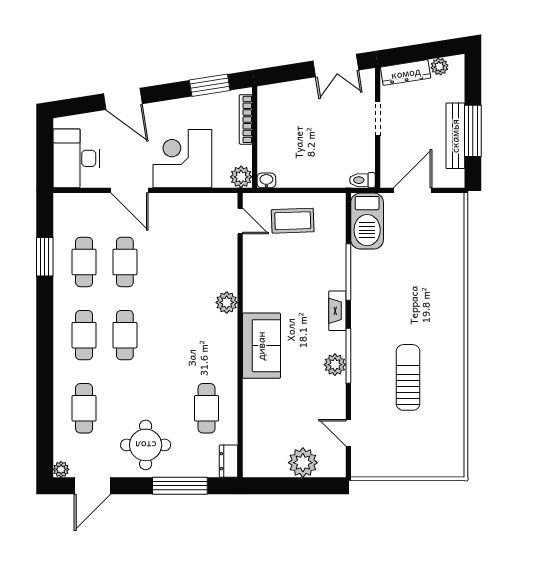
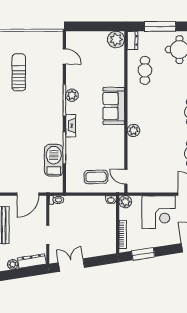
barbecue: (367, 221) -> (54, 160), moved
sun lounger: (408, 377) -> (19, 72), moved, turned 180
plant: (303, 463) -> (116, 40), moved

